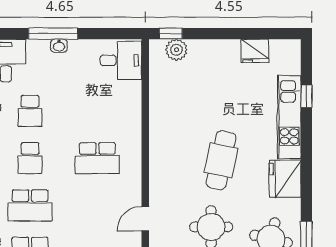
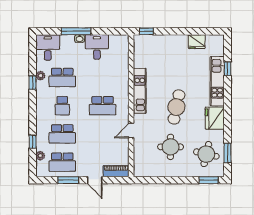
plant: (176, 50) -> (150, 41), removed
desk: (121, 60) -> (97, 47), moved, turned -90
school desk: (30, 111) -> (62, 78), width x1.85
kitchen unit: (160, 133) -> (140, 91), added
door: (145, 219) -> (131, 131), moved

